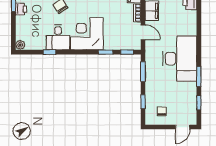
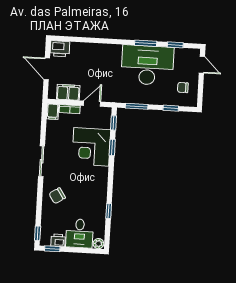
corner desk: (87, 34) -> (91, 147), moved
desk: (58, 37) -> (80, 233), moved, turned 90
desk: (180, 59) -> (147, 65), moved

